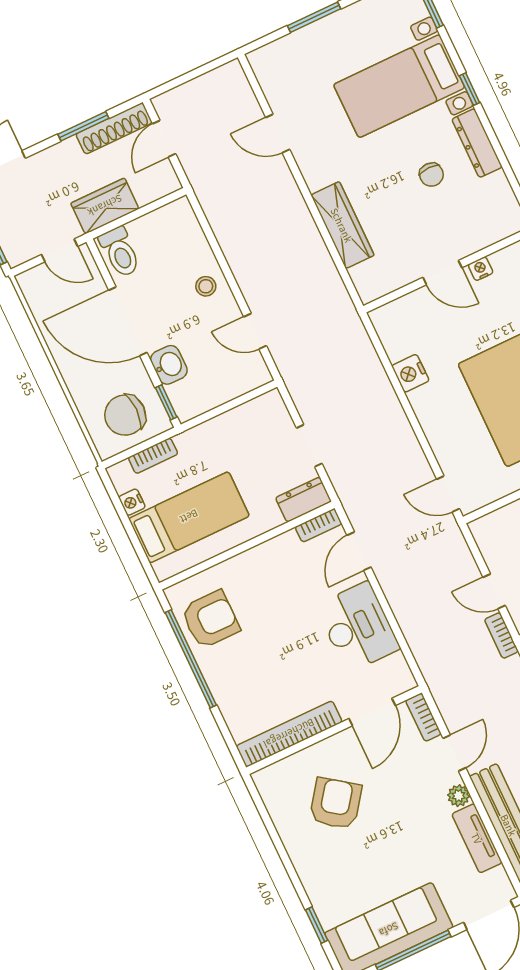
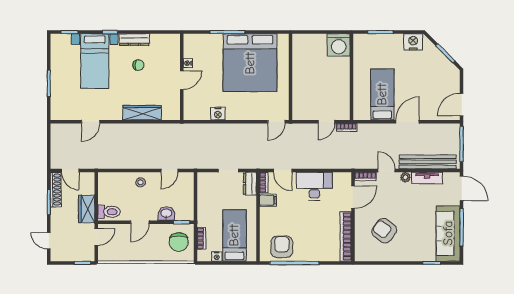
door: (128, 321) -> (140, 222), width x0.53
filing cabinet: (288, 550) -> (268, 200), added
door: (372, 712) -> (353, 197), hinge flipped

